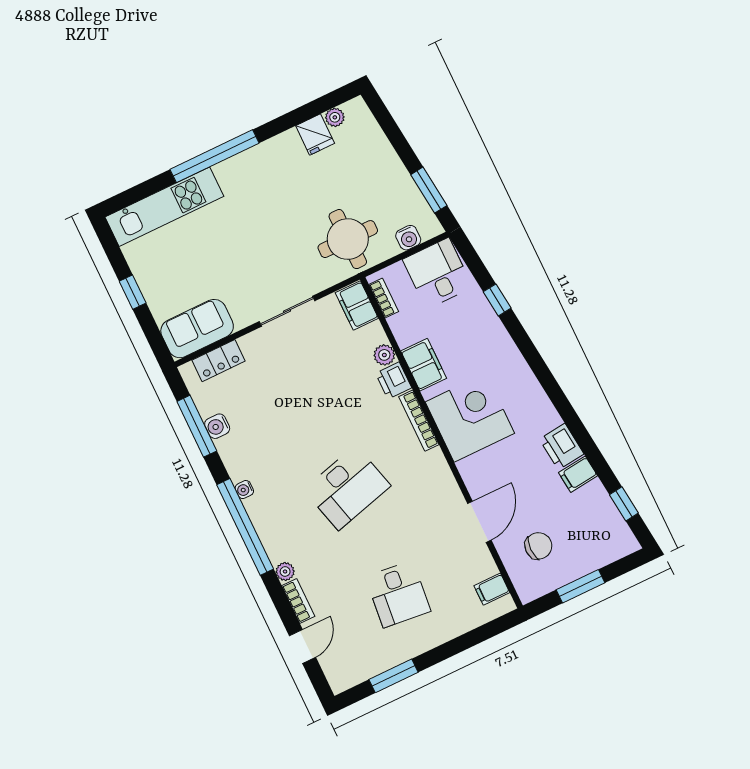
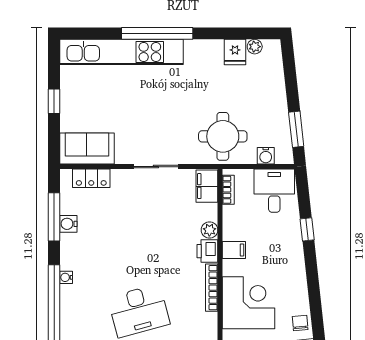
kitchen unit: (164, 207) -> (121, 52), width x1.36
filing cabinet: (424, 365) -> (234, 250), width x0.50
chair: (541, 412) -> (300, 323), added

